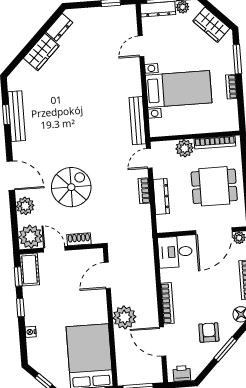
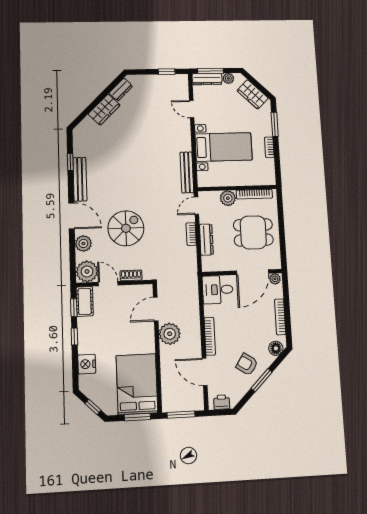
door: (141, 46) -> (192, 109), hinge flipped
bench: (17, 116) -> (80, 179), moved
plant: (124, 317) -> (170, 334), moved
nightstand: (31, 332) -> (87, 364), width x1.89, depth x1.79
armchair: (209, 333) -> (247, 364), turned -57

